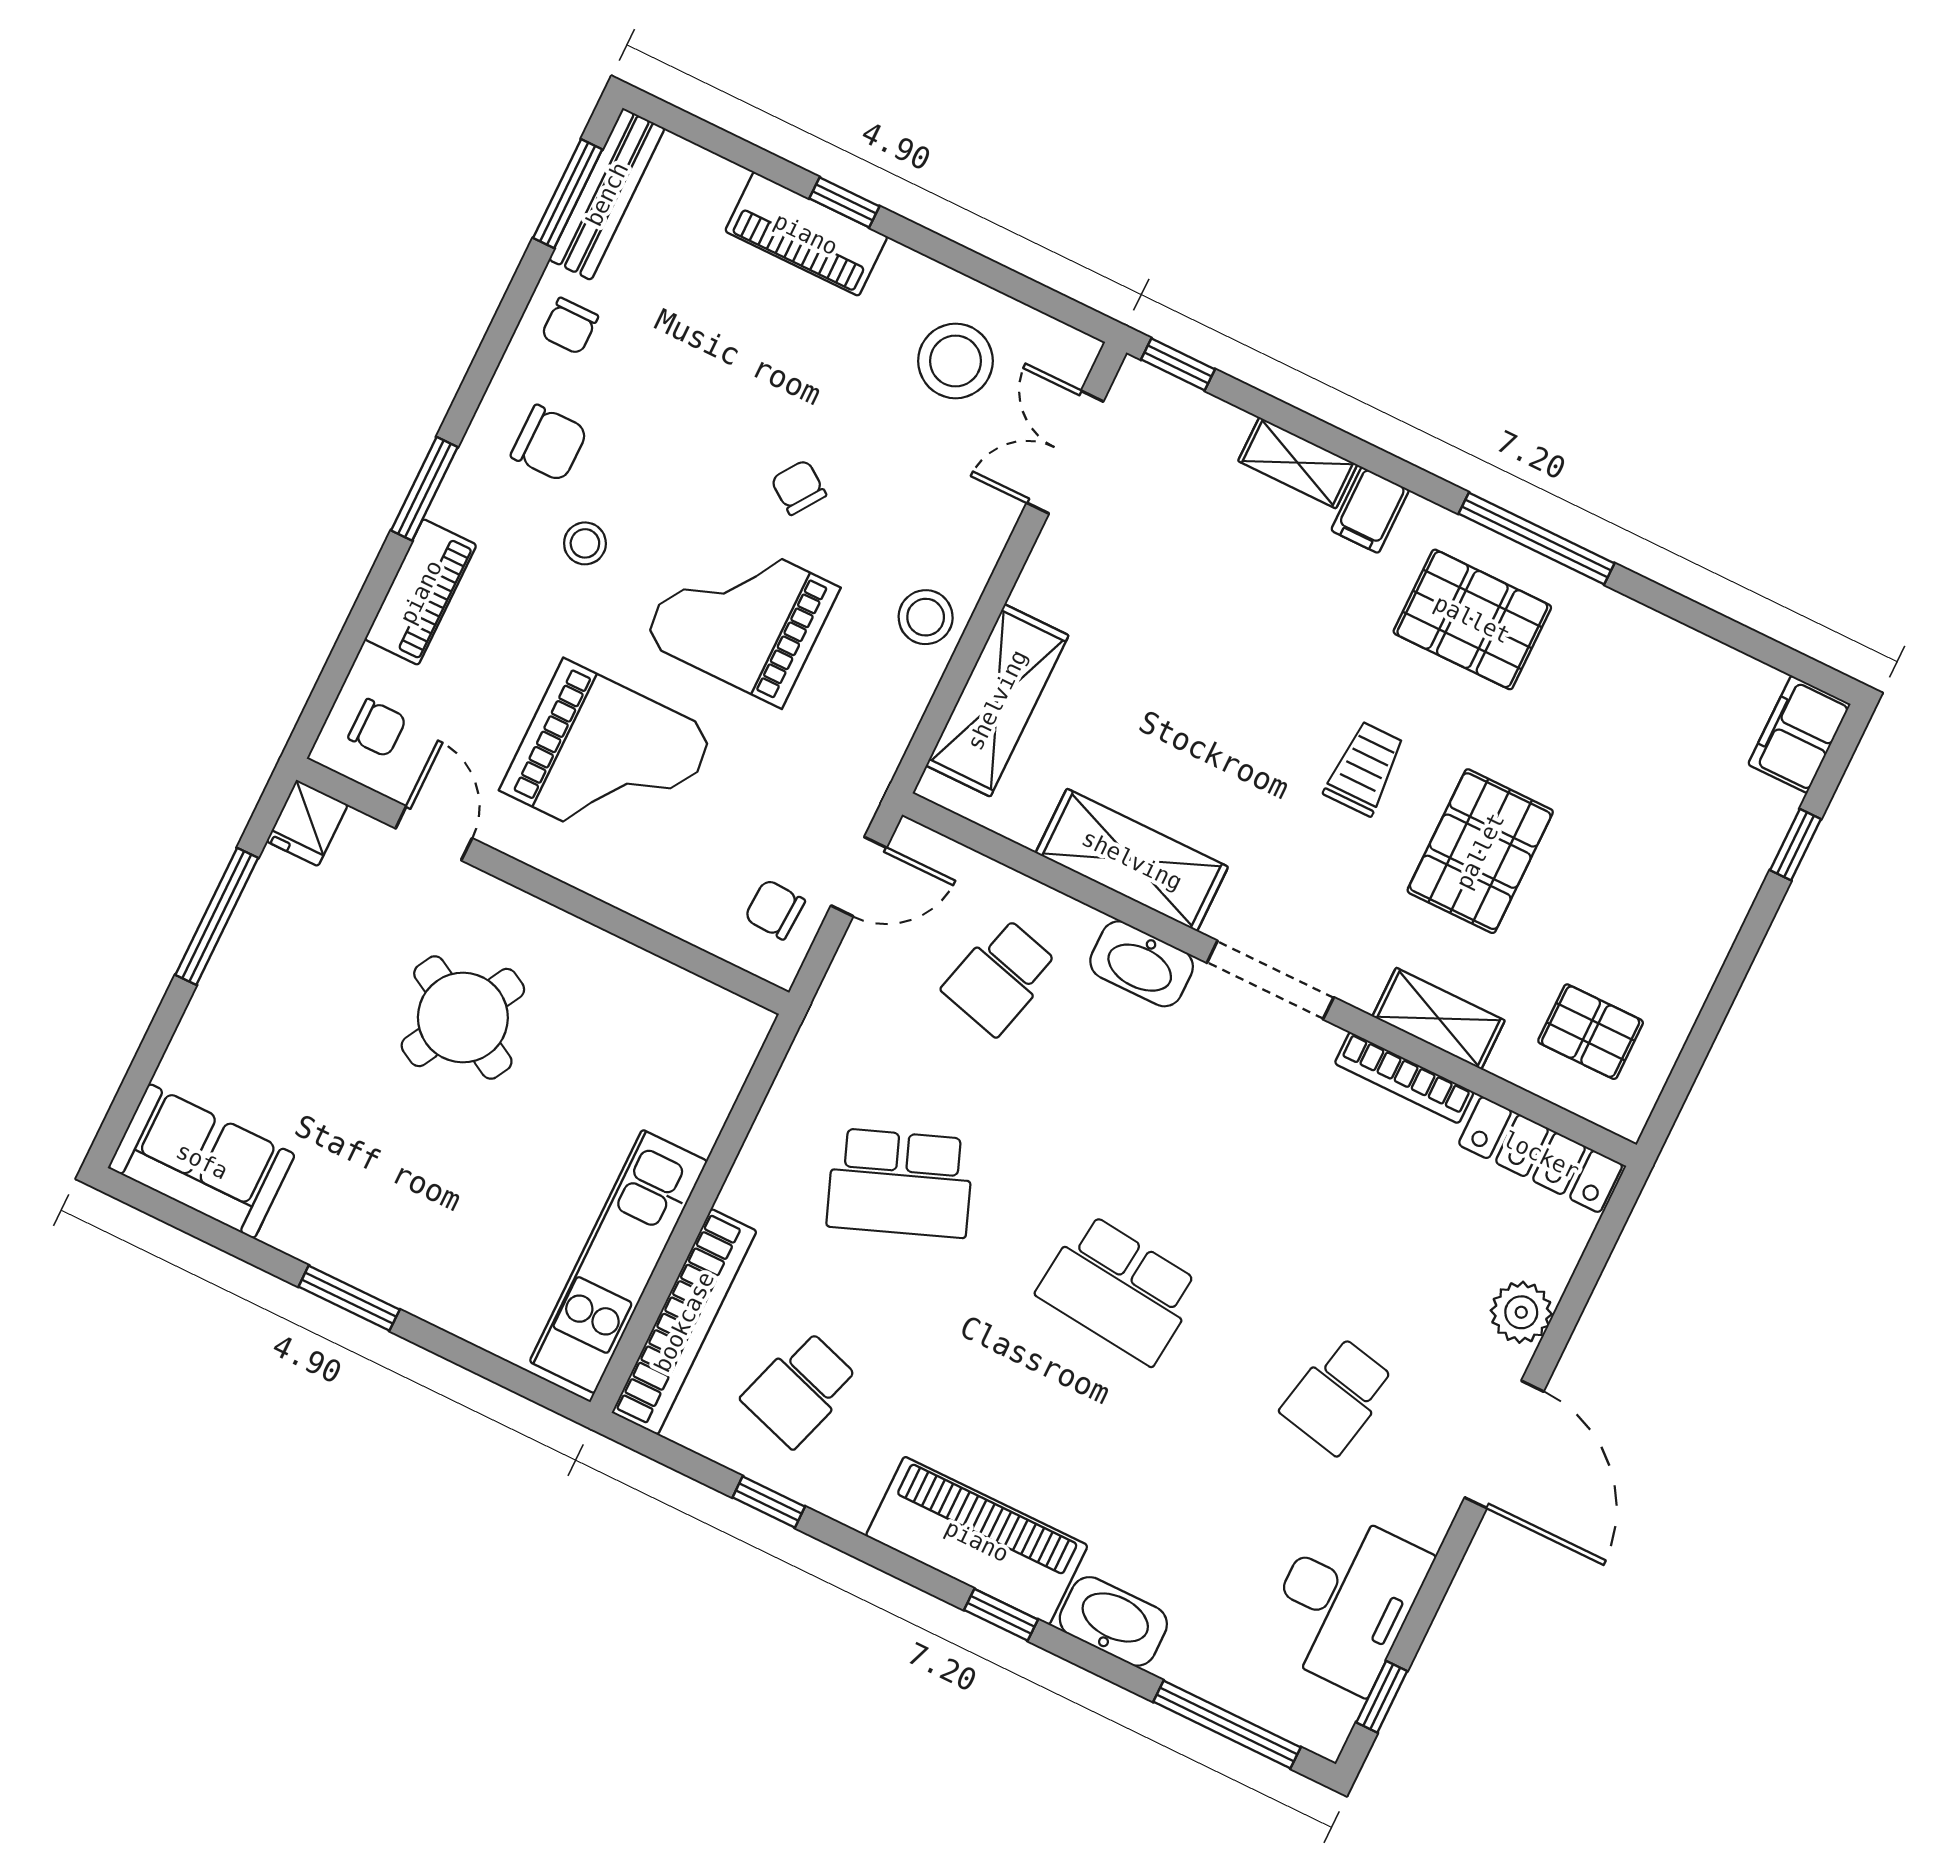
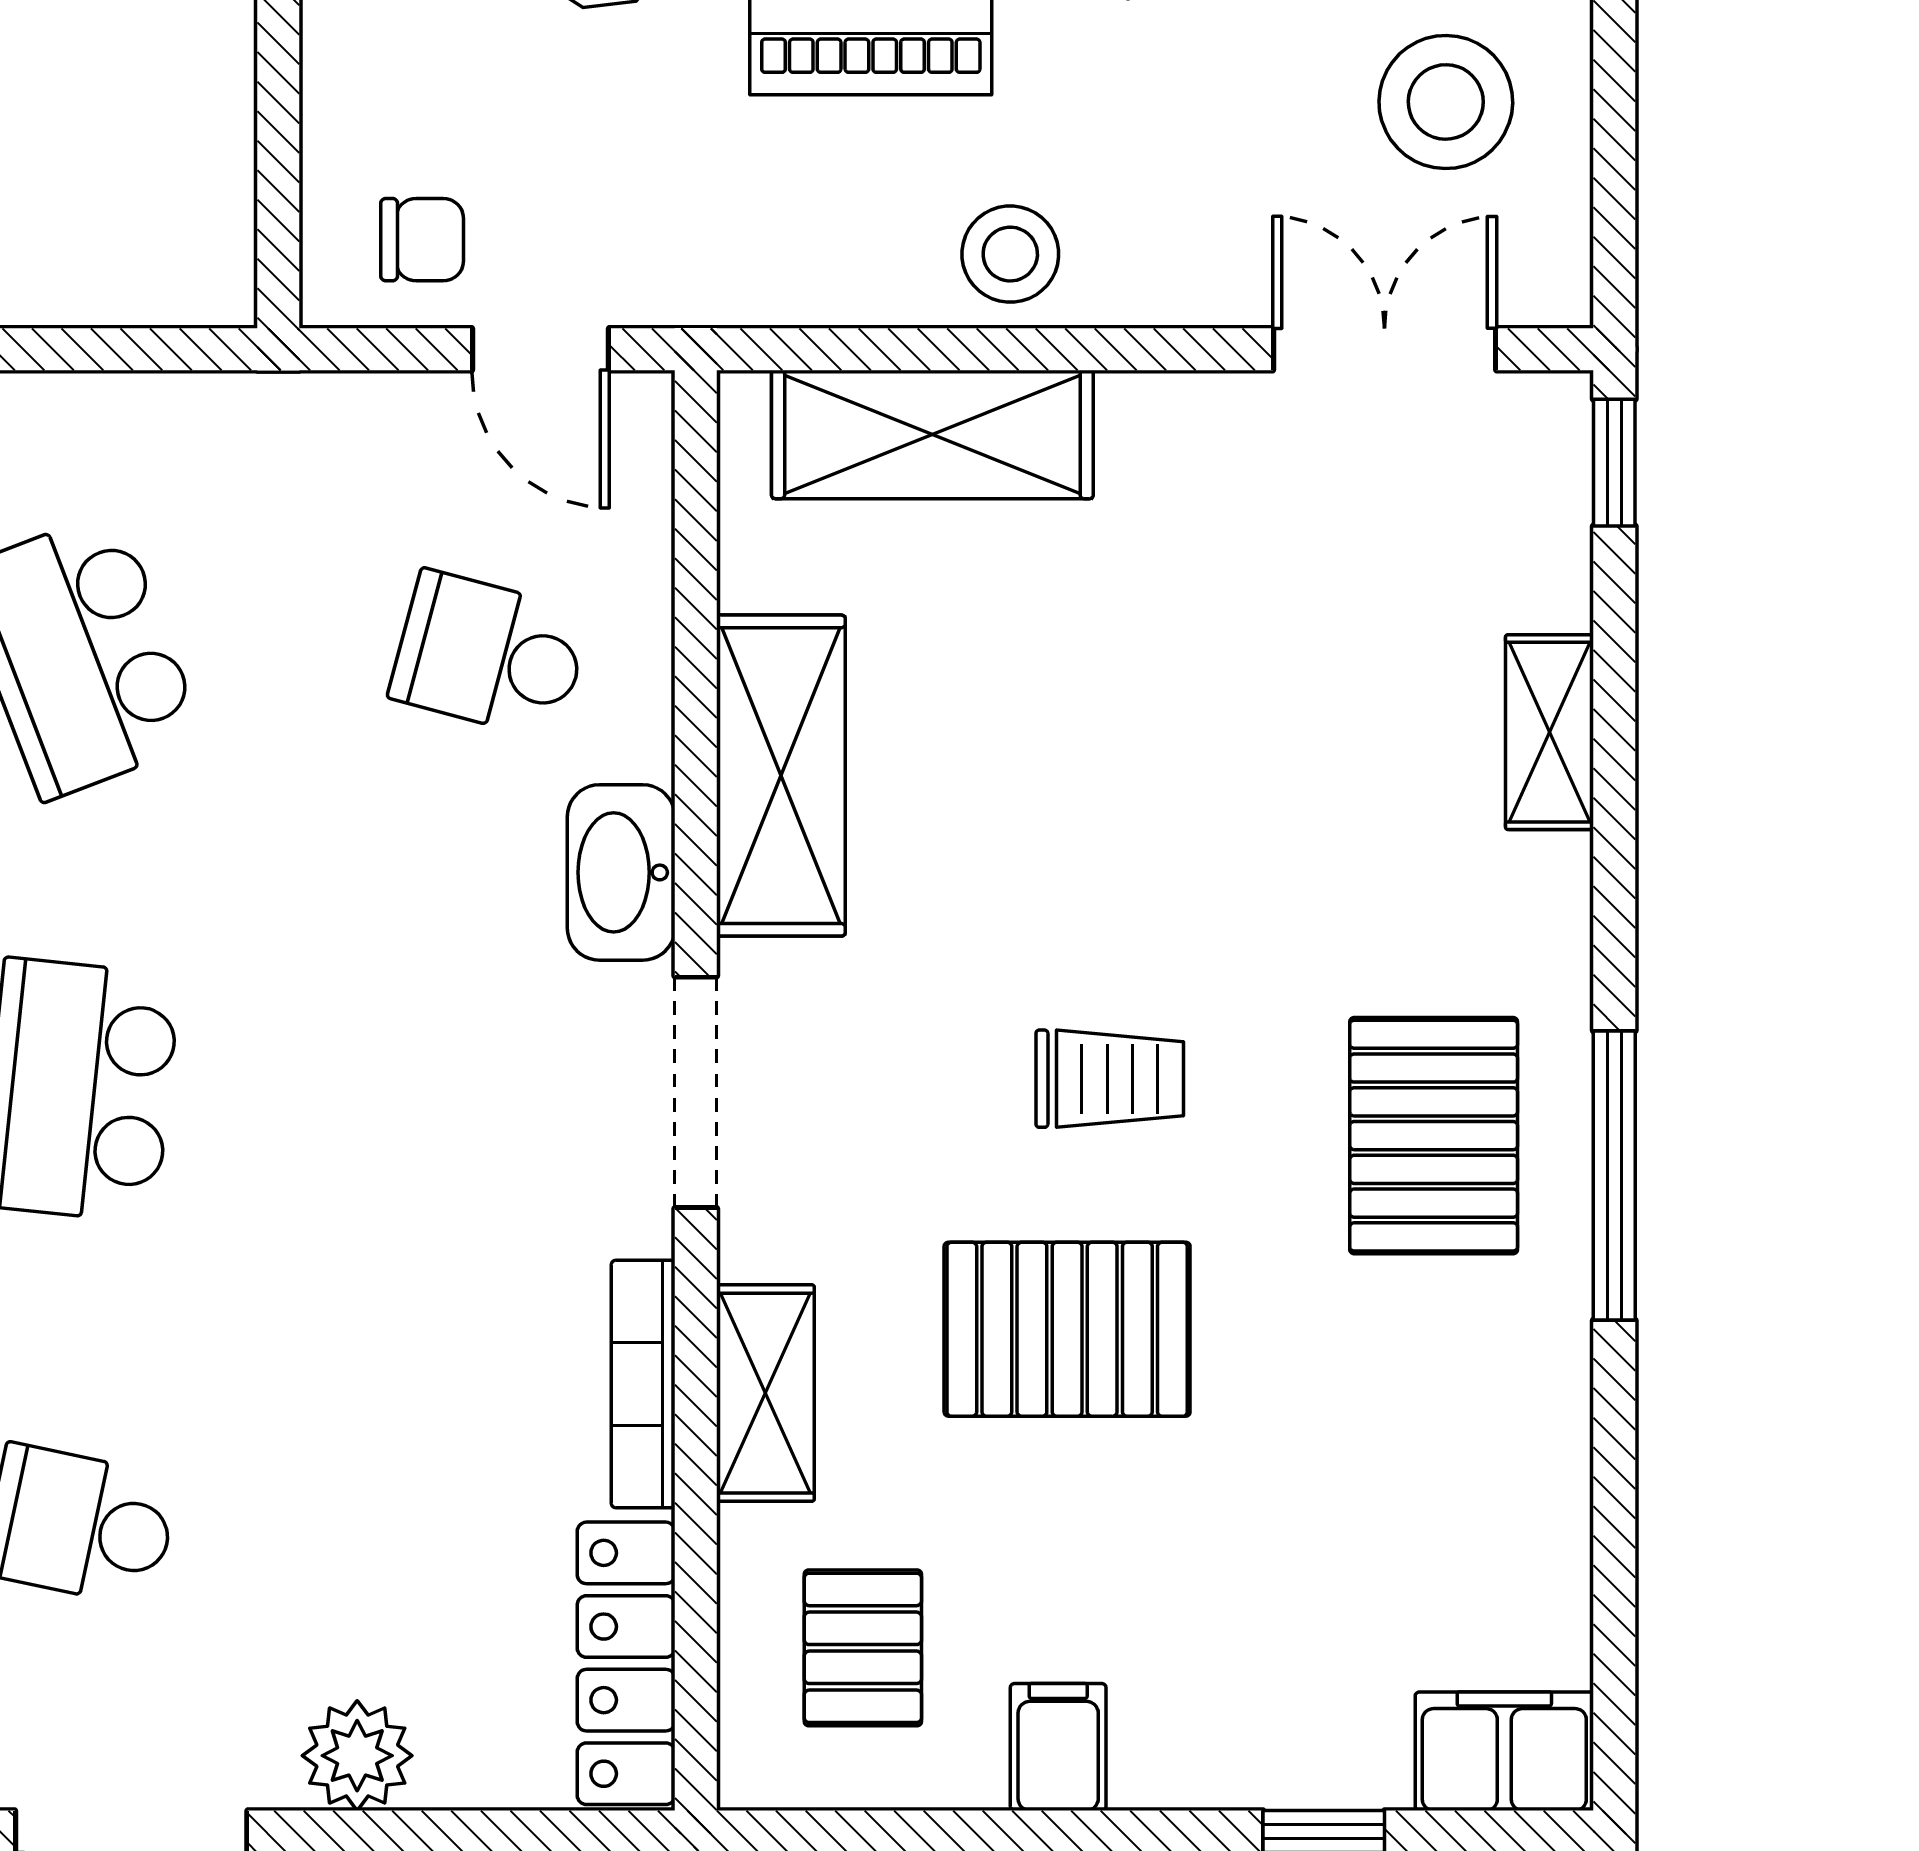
filing cabinet: (1370, 510) -> (1058, 1747), moved, turned 90
chair: (775, 909) -> (422, 240), turned 87

